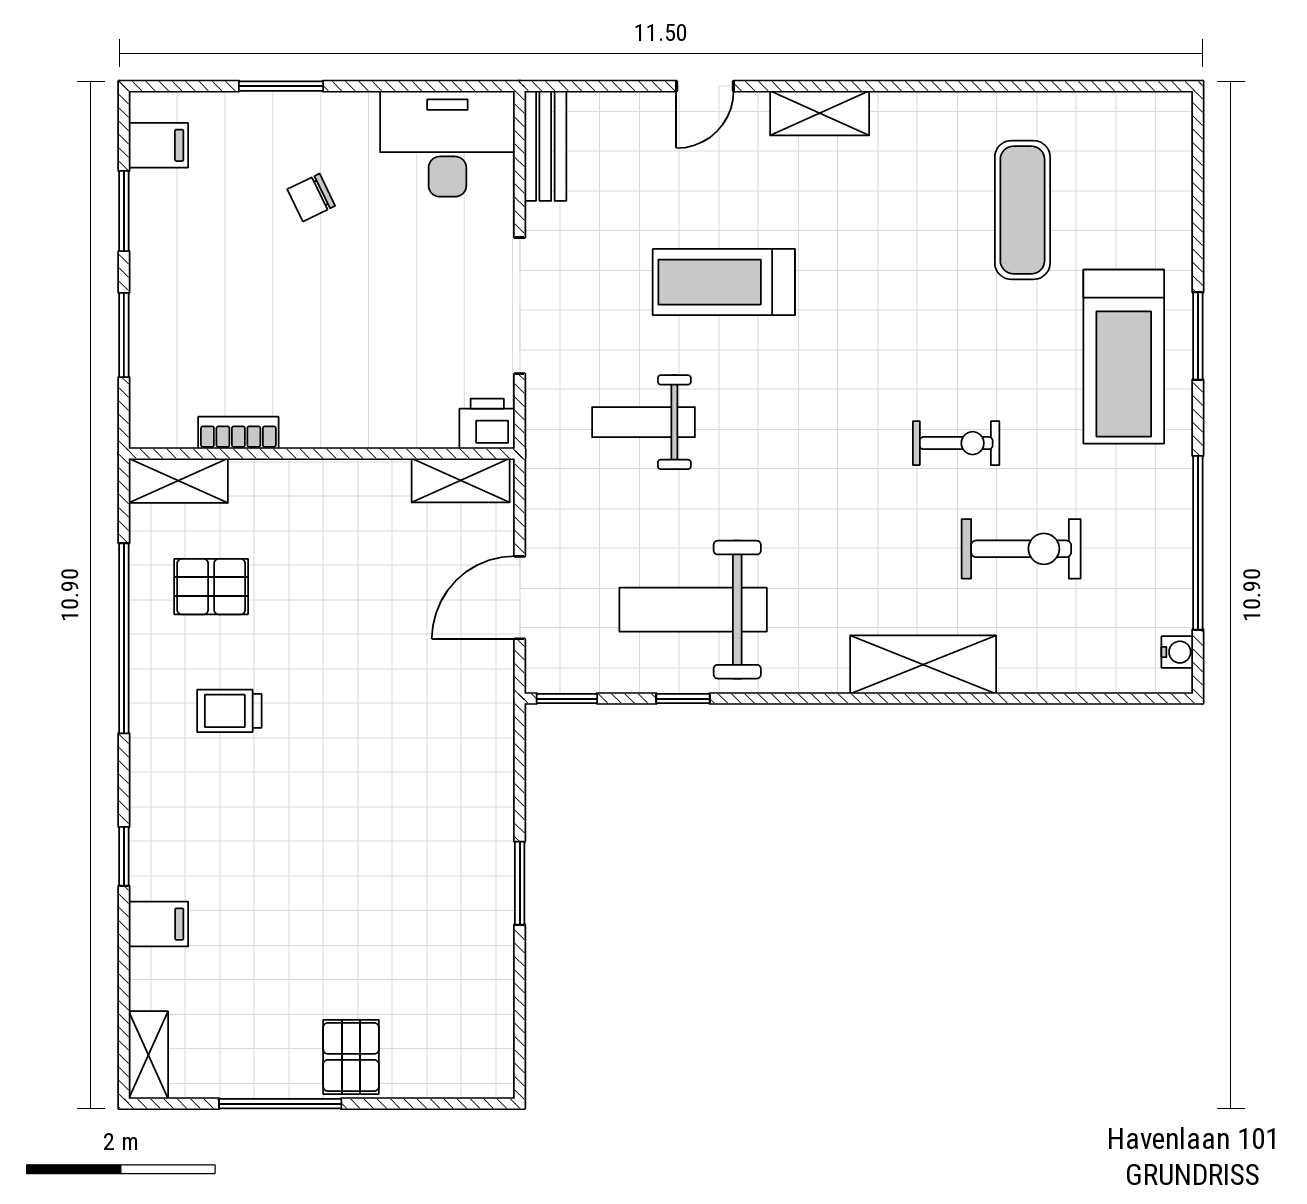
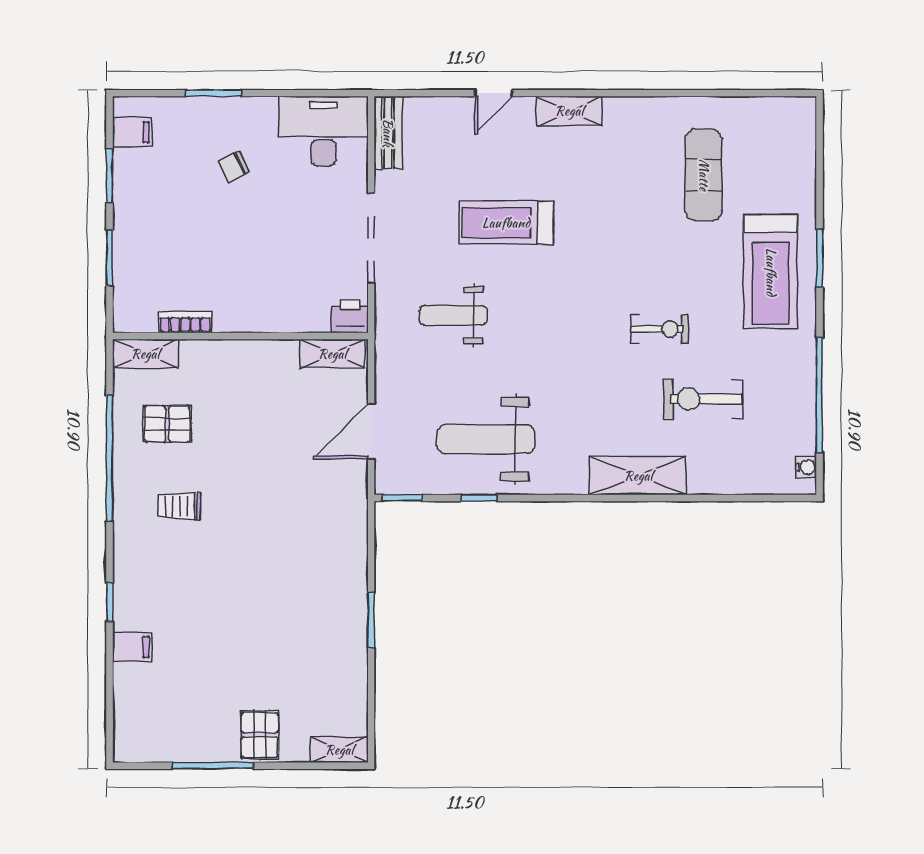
exercise bike: (1021, 549) -> (703, 399), turned 180
shelving: (148, 1055) -> (339, 750), moved, turned 90

